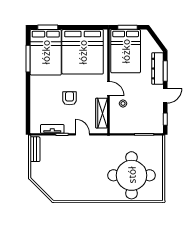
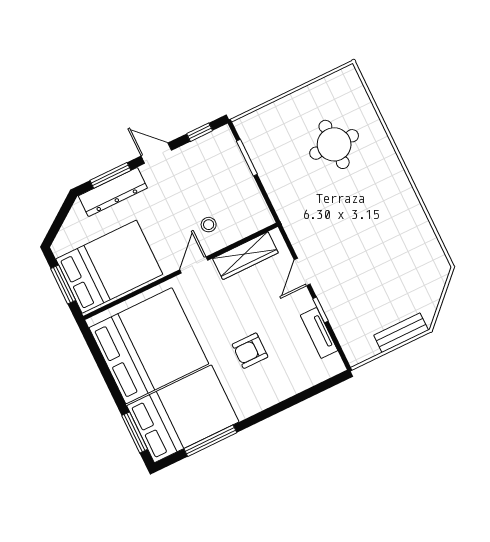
armchair: (70, 98) -> (250, 351), moved
bench: (35, 149) -> (401, 333), moved
round table: (132, 175) -> (334, 144), width x0.54, depth x0.54

